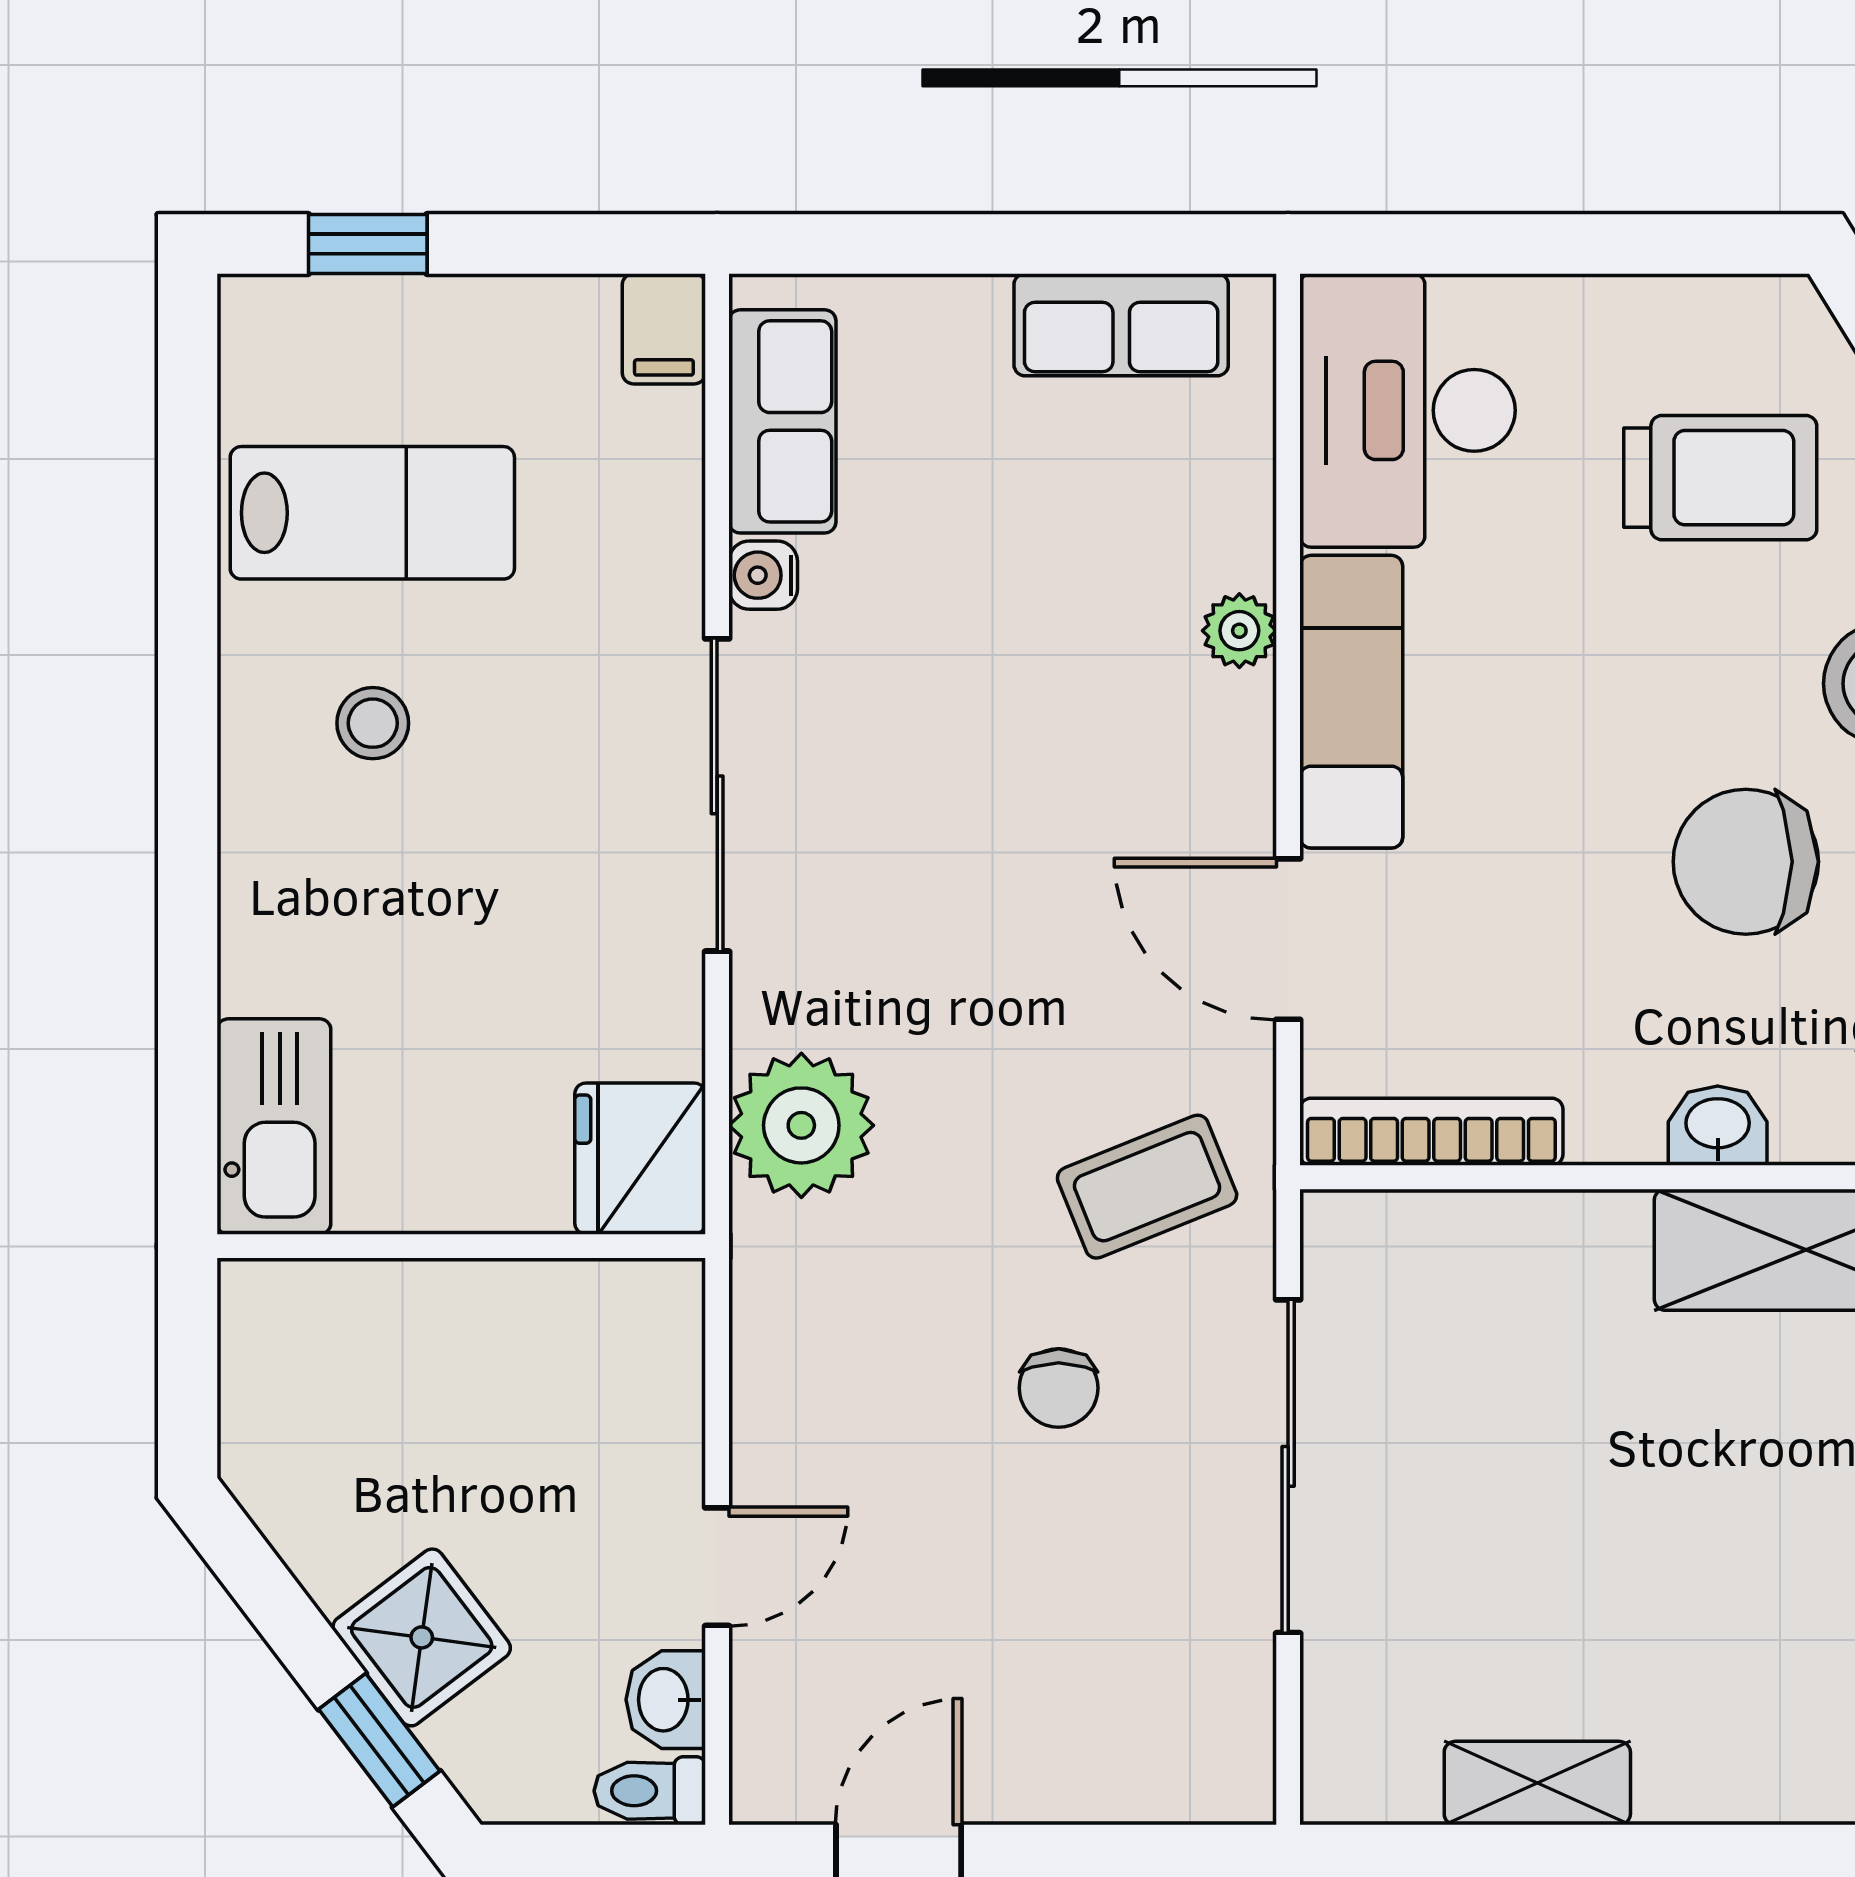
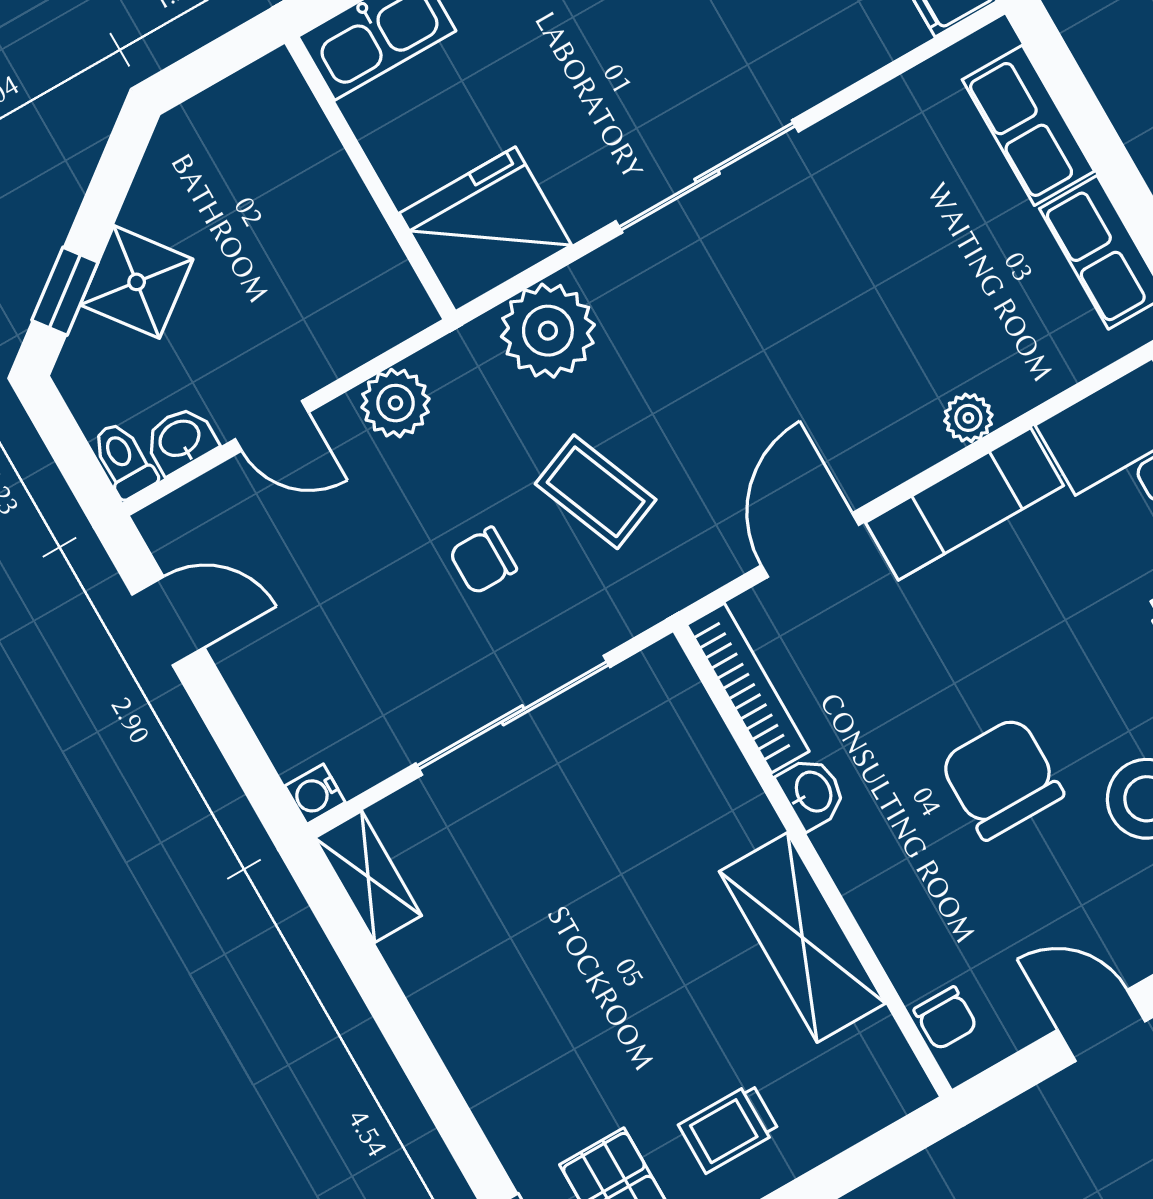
row of seats: (782, 421) -> (1028, 125), moved, turned 90
water cooler: (763, 575) -> (315, 794), moved, turned -90
washbasin: (1718, 1126) -> (812, 792), moved
fridge: (640, 1159) -> (485, 229), width x1.36, depth x1.34
coffee table: (1147, 1187) -> (596, 492), moved
plant: (781, 1384) -> (396, 403), added
shelving: (1537, 1783) -> (368, 877), moved

